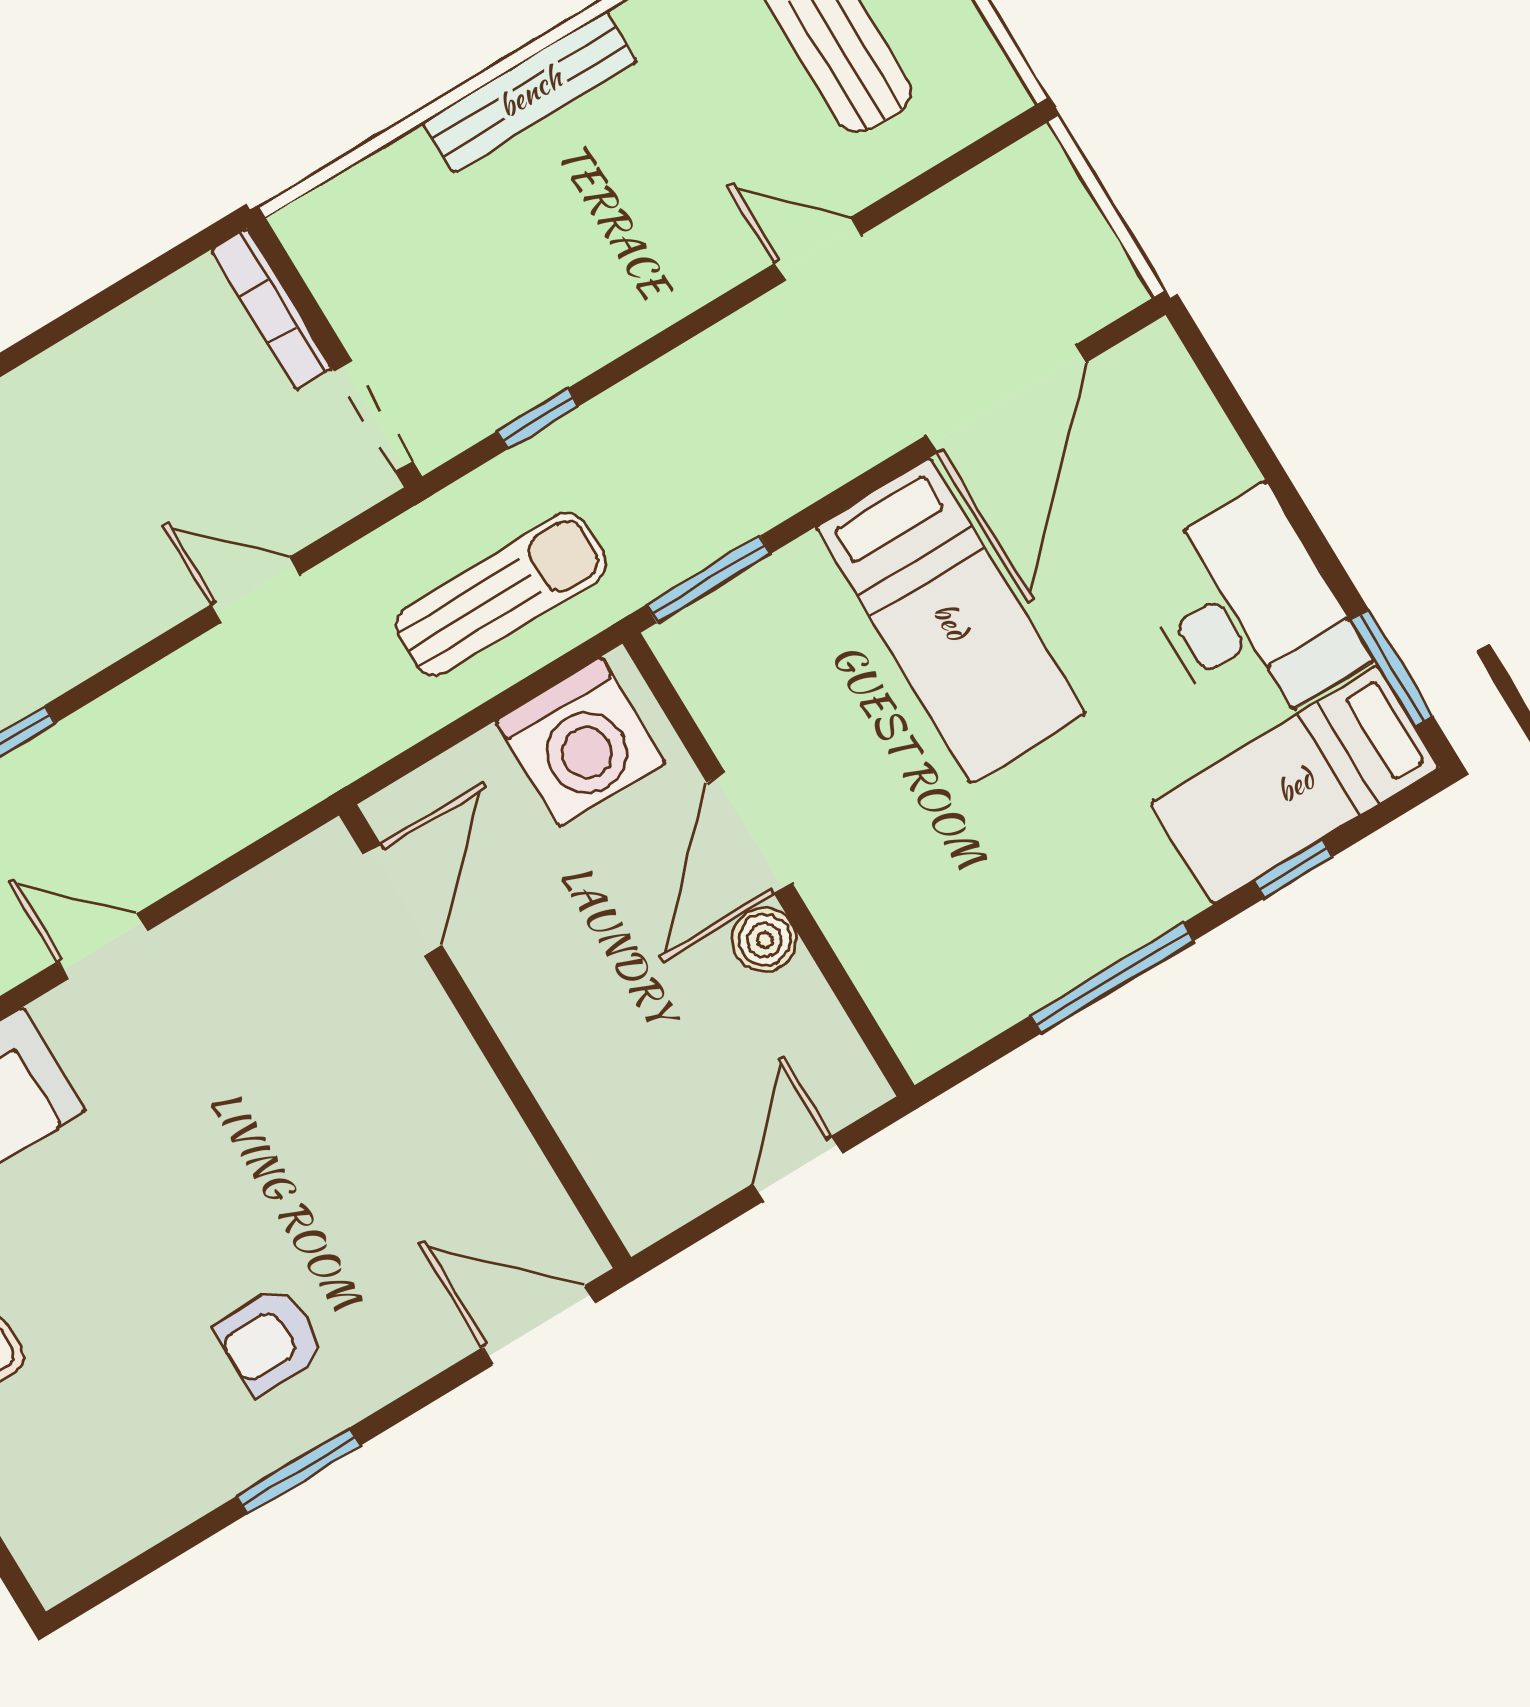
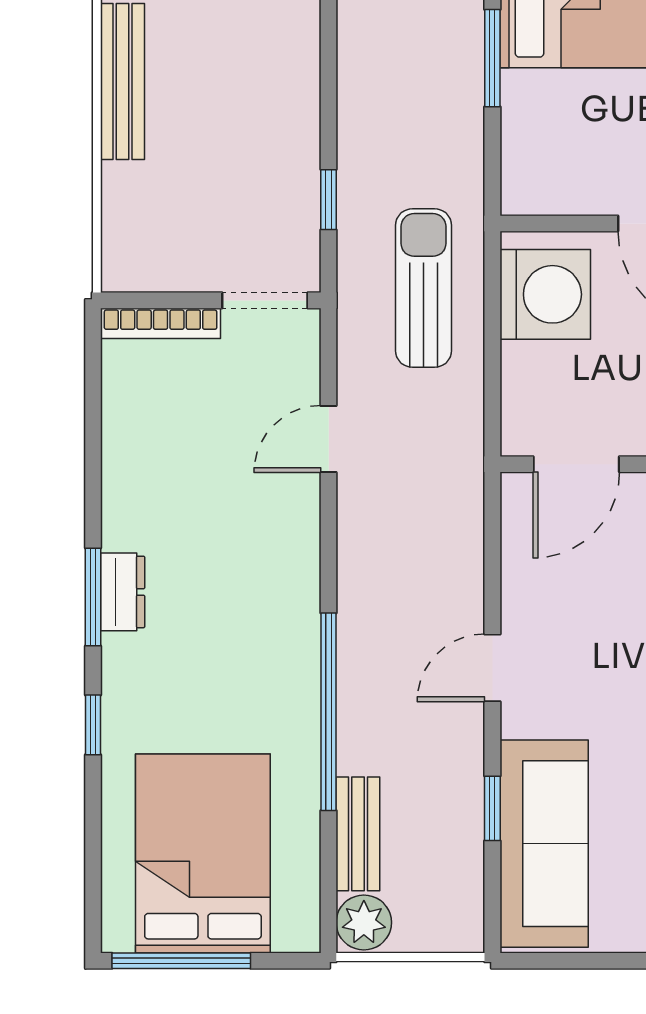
window: (709, 579) -> (492, 58), moved
door: (402, 900) -> (576, 464), swing flipped

